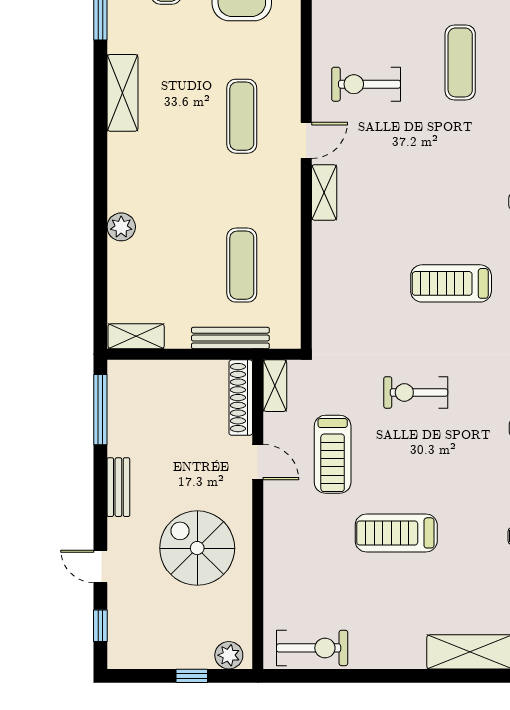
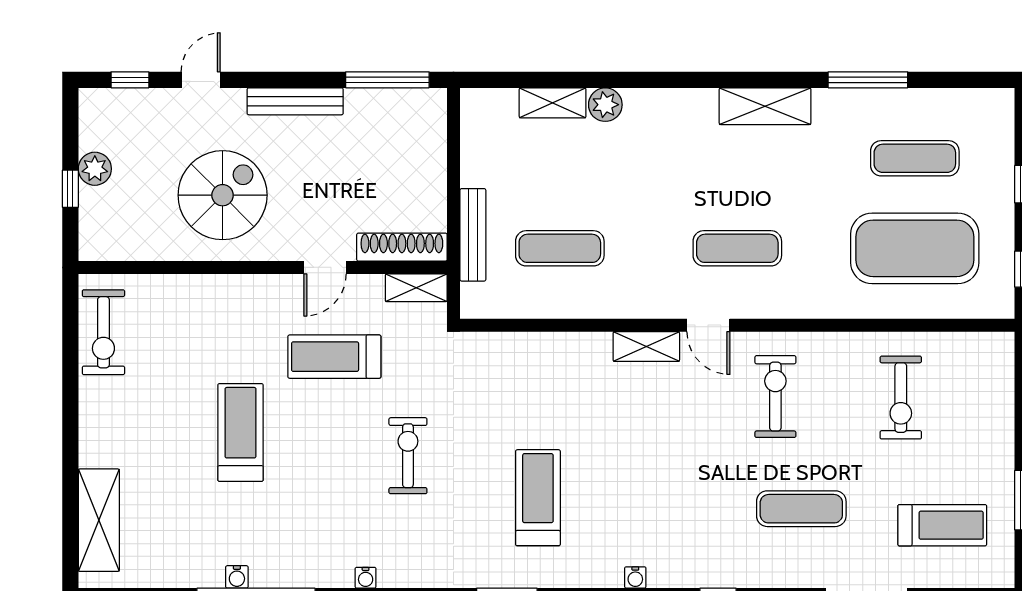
shelving: (136, 336) -> (553, 103), moved, turned 90
bench: (118, 487) -> (295, 101), width x1.36
plant: (229, 655) -> (95, 169), moved

